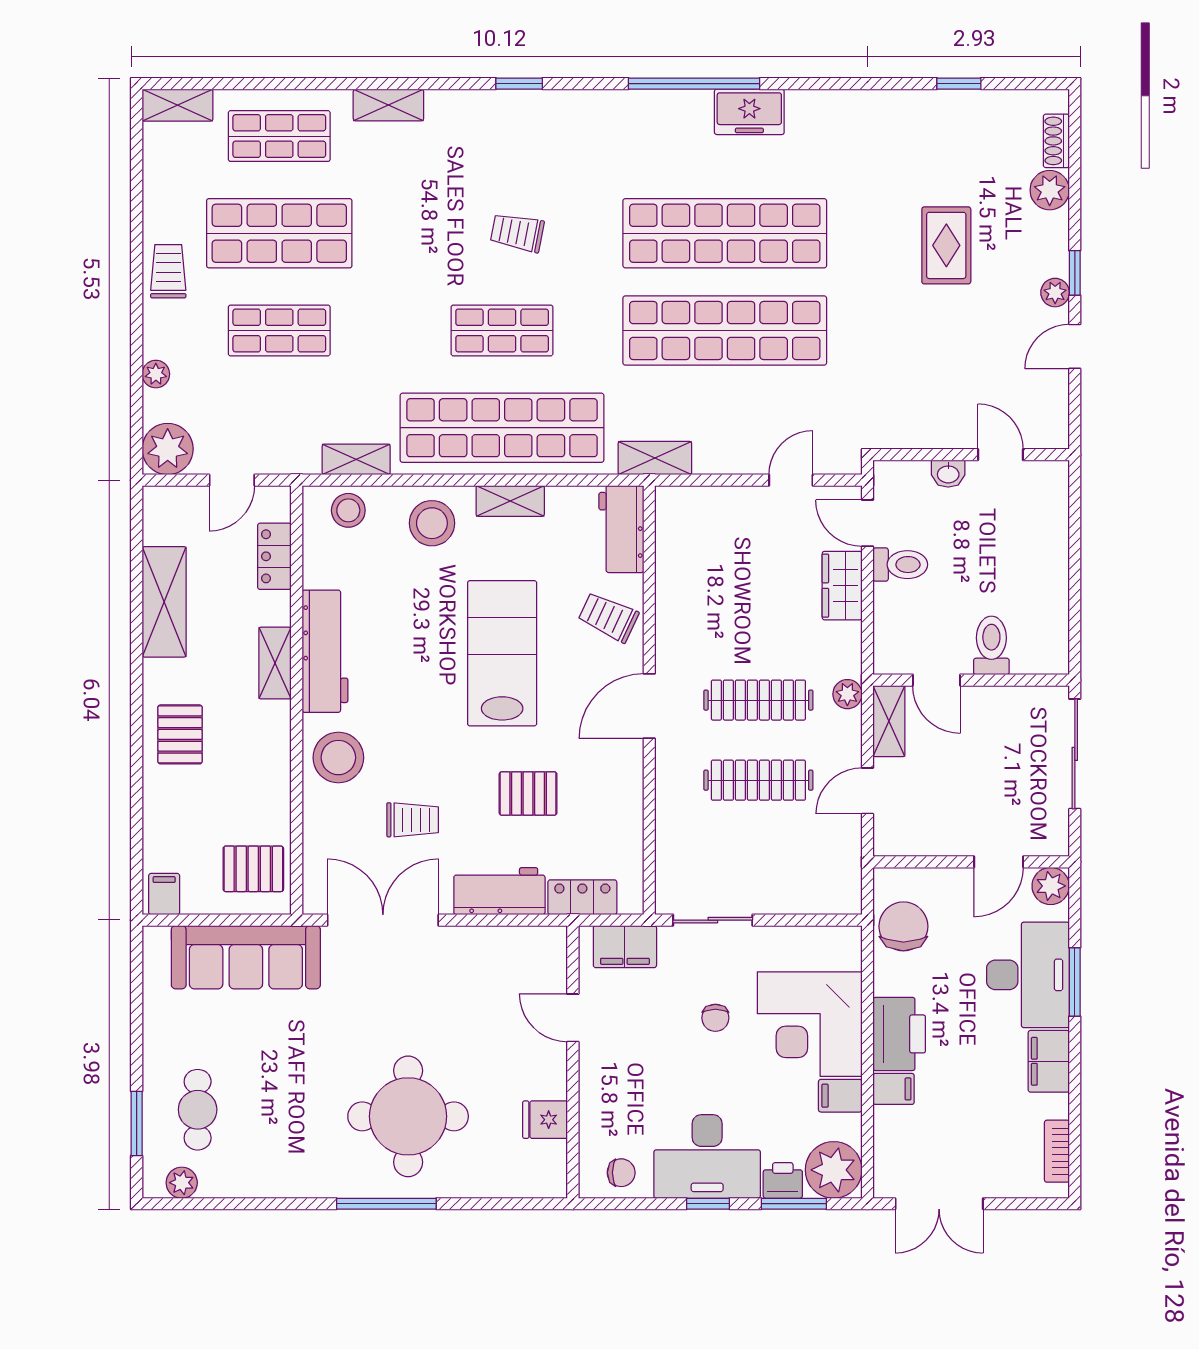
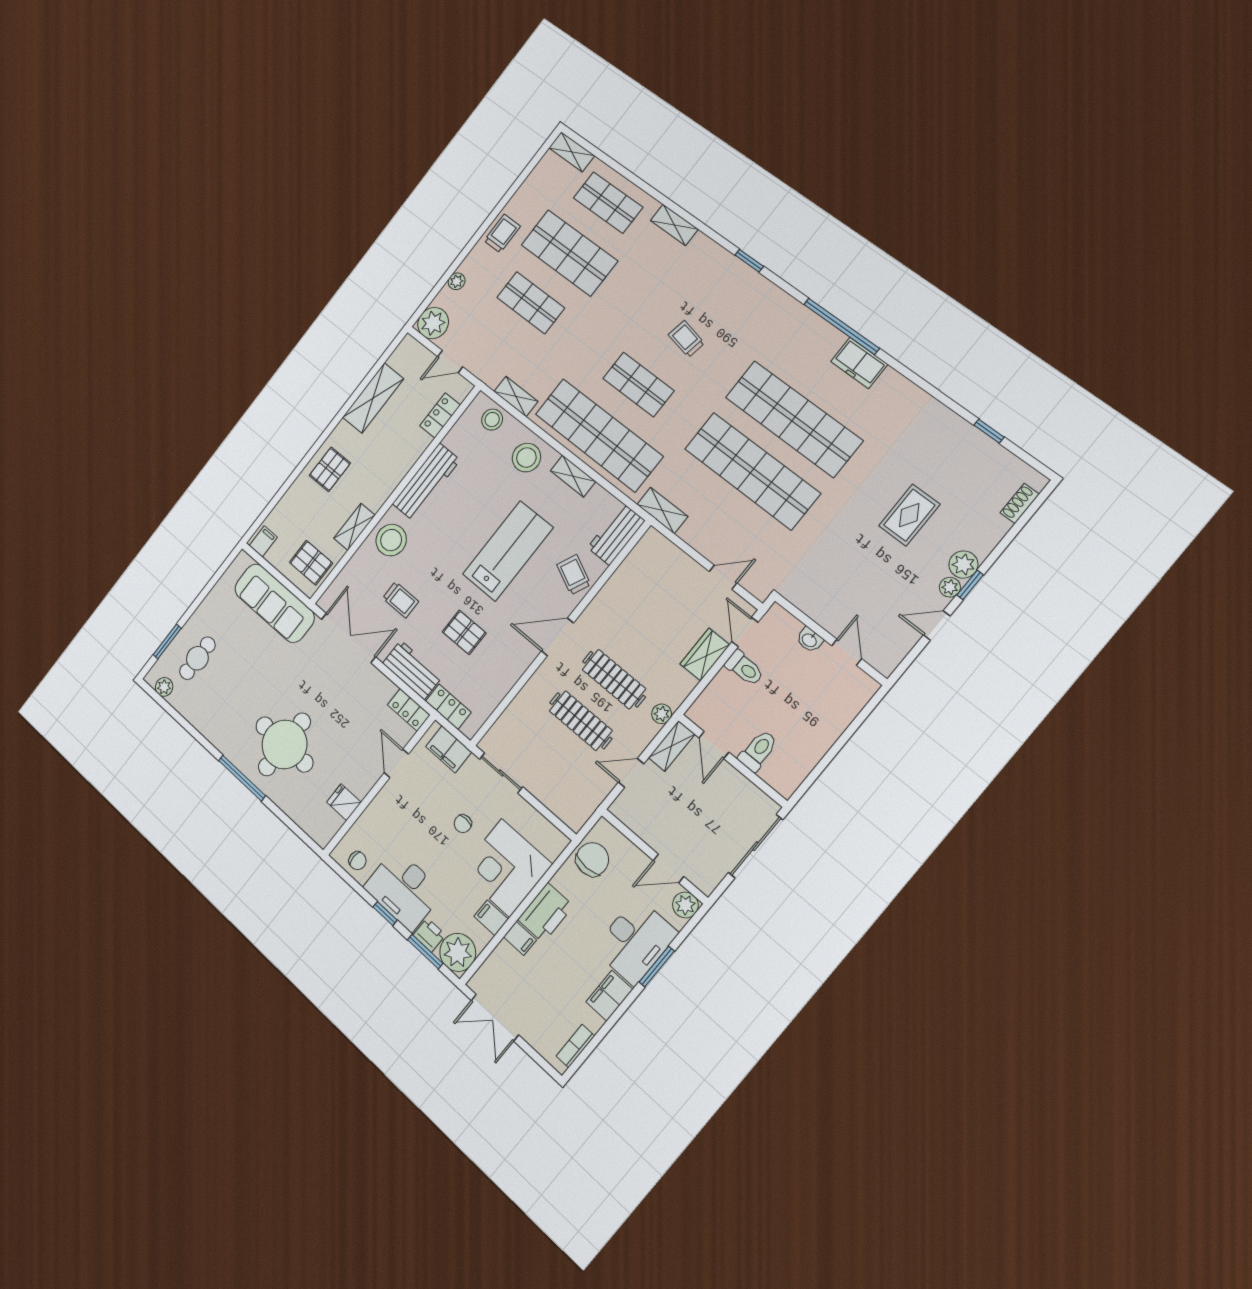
plant: (1050, 190) -> (963, 565), moved
shelving: (275, 663) -> (354, 527), moved
locker: (535, 942) -> (409, 710), added

